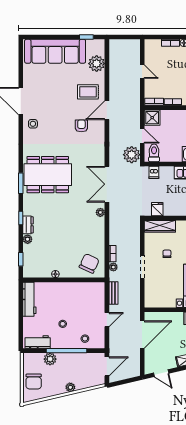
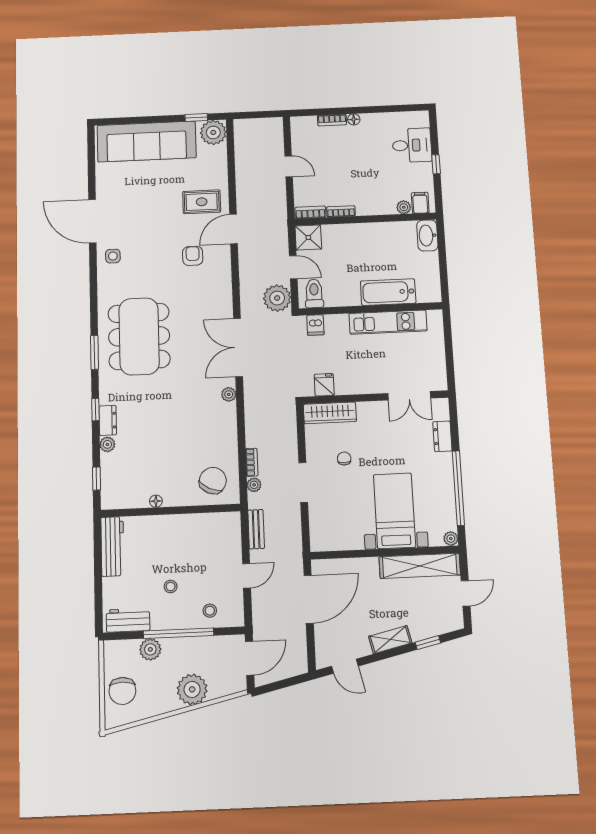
plant: (97, 64) -> (213, 132), moved
dining table: (48, 175) -> (139, 336), turned 90
plant: (70, 387) -> (192, 689), width x1.88, depth x1.88

